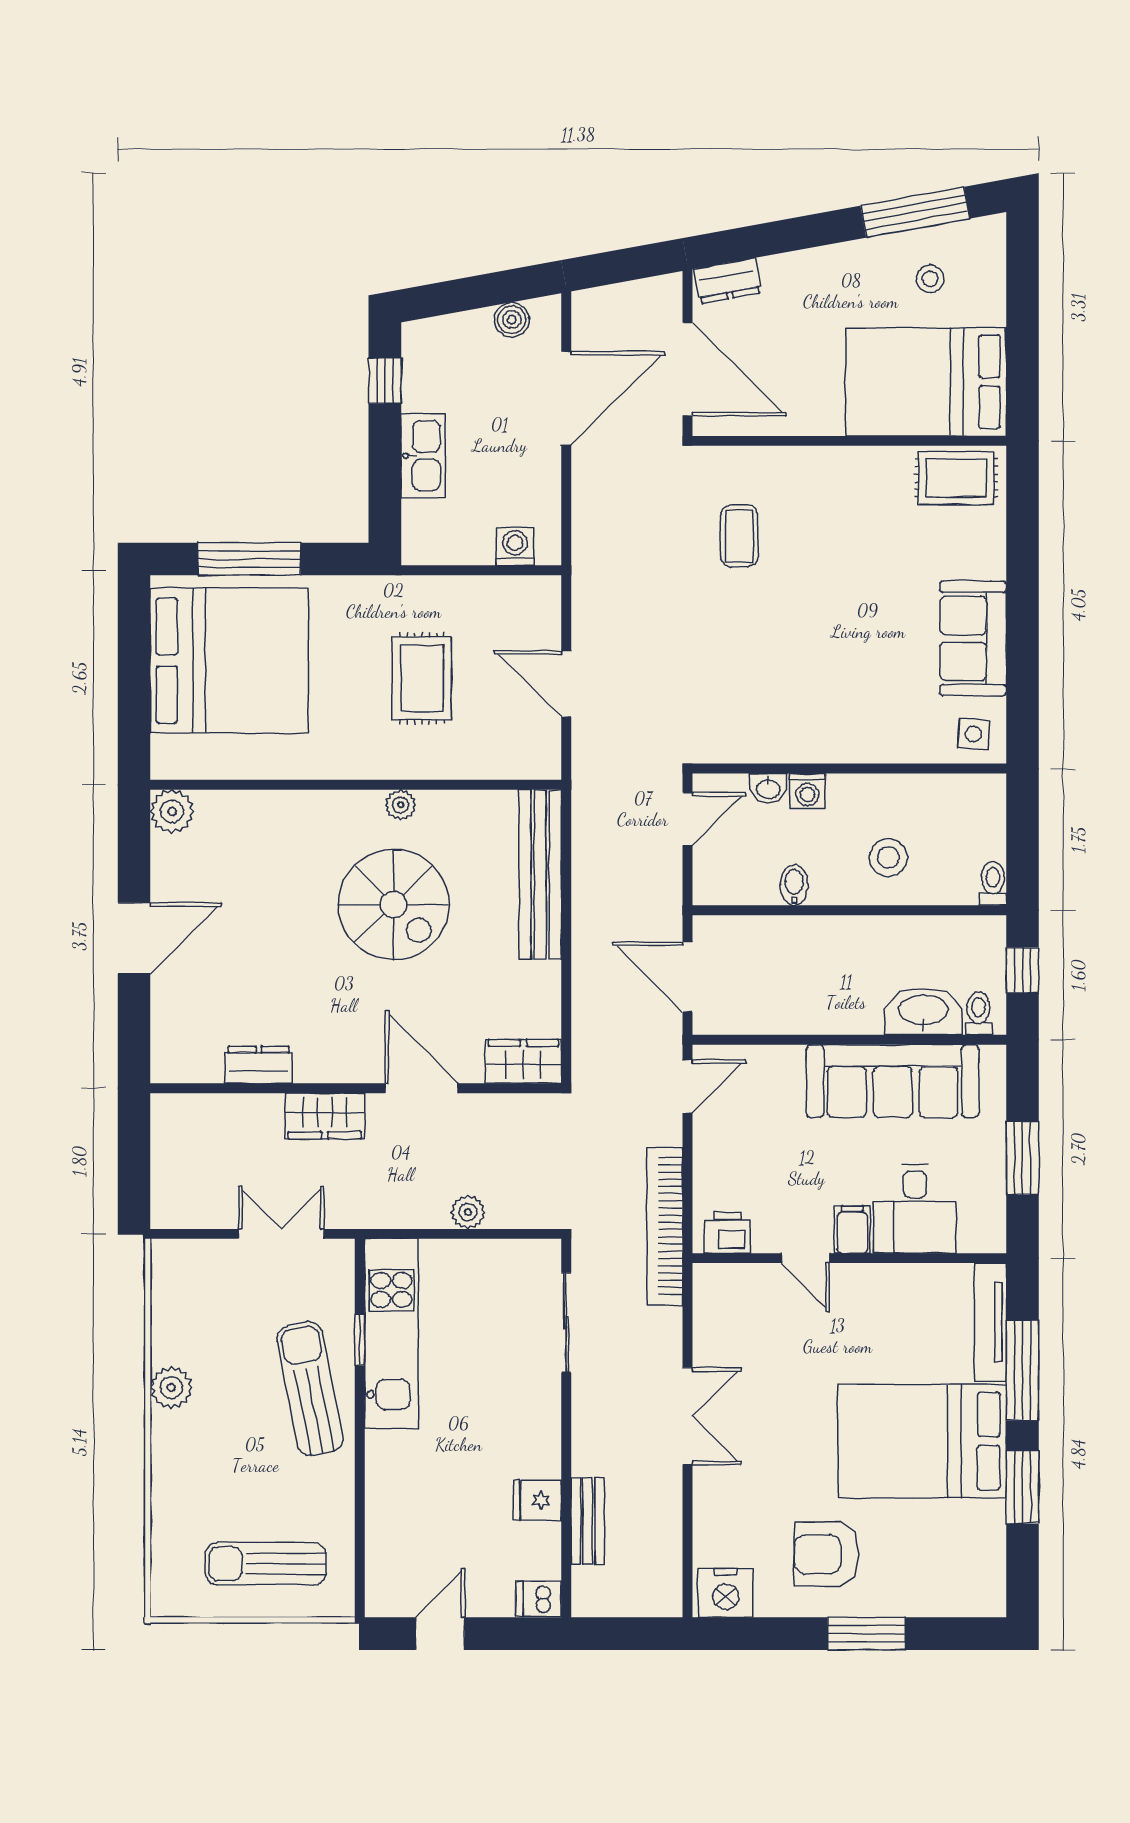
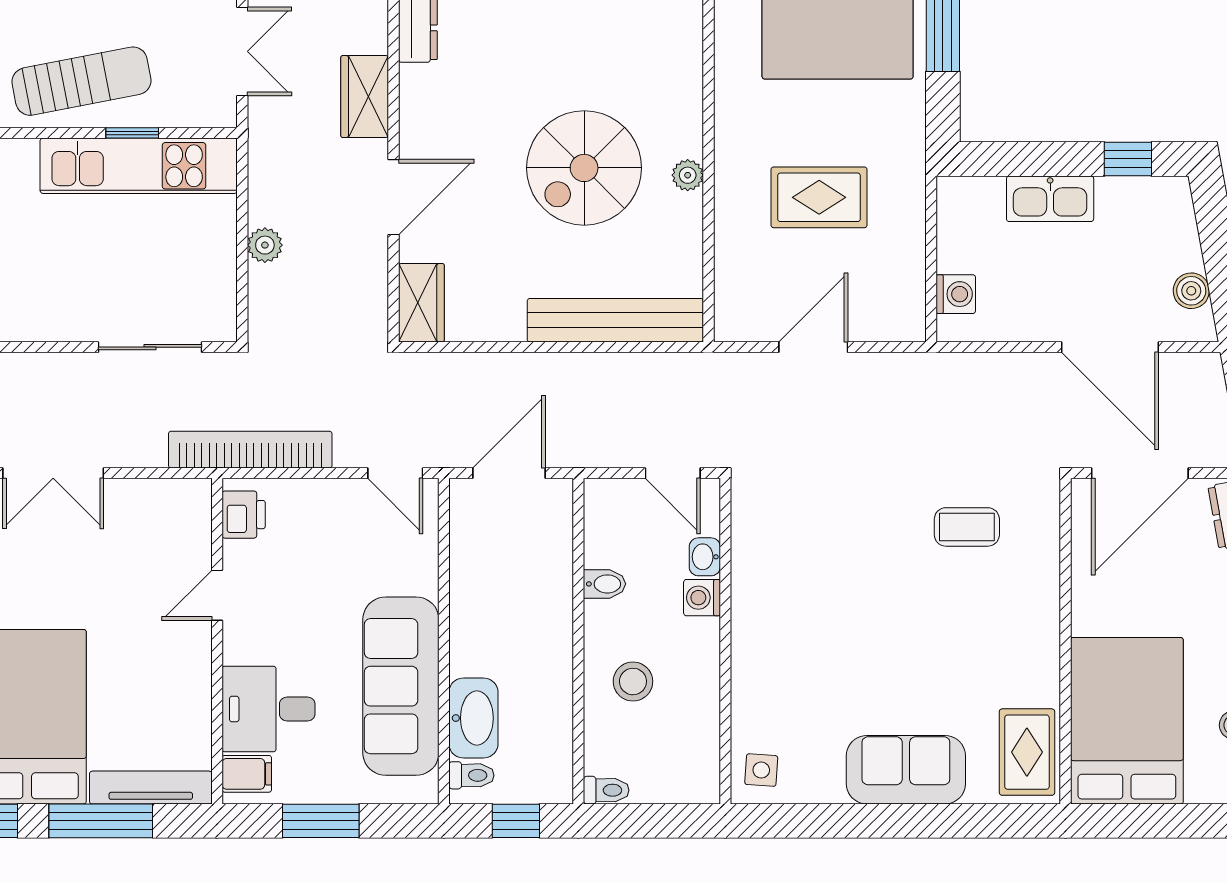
sofa: (973, 638) -> (906, 770), moved
filing cabinet: (852, 1230) -> (247, 774), moved

